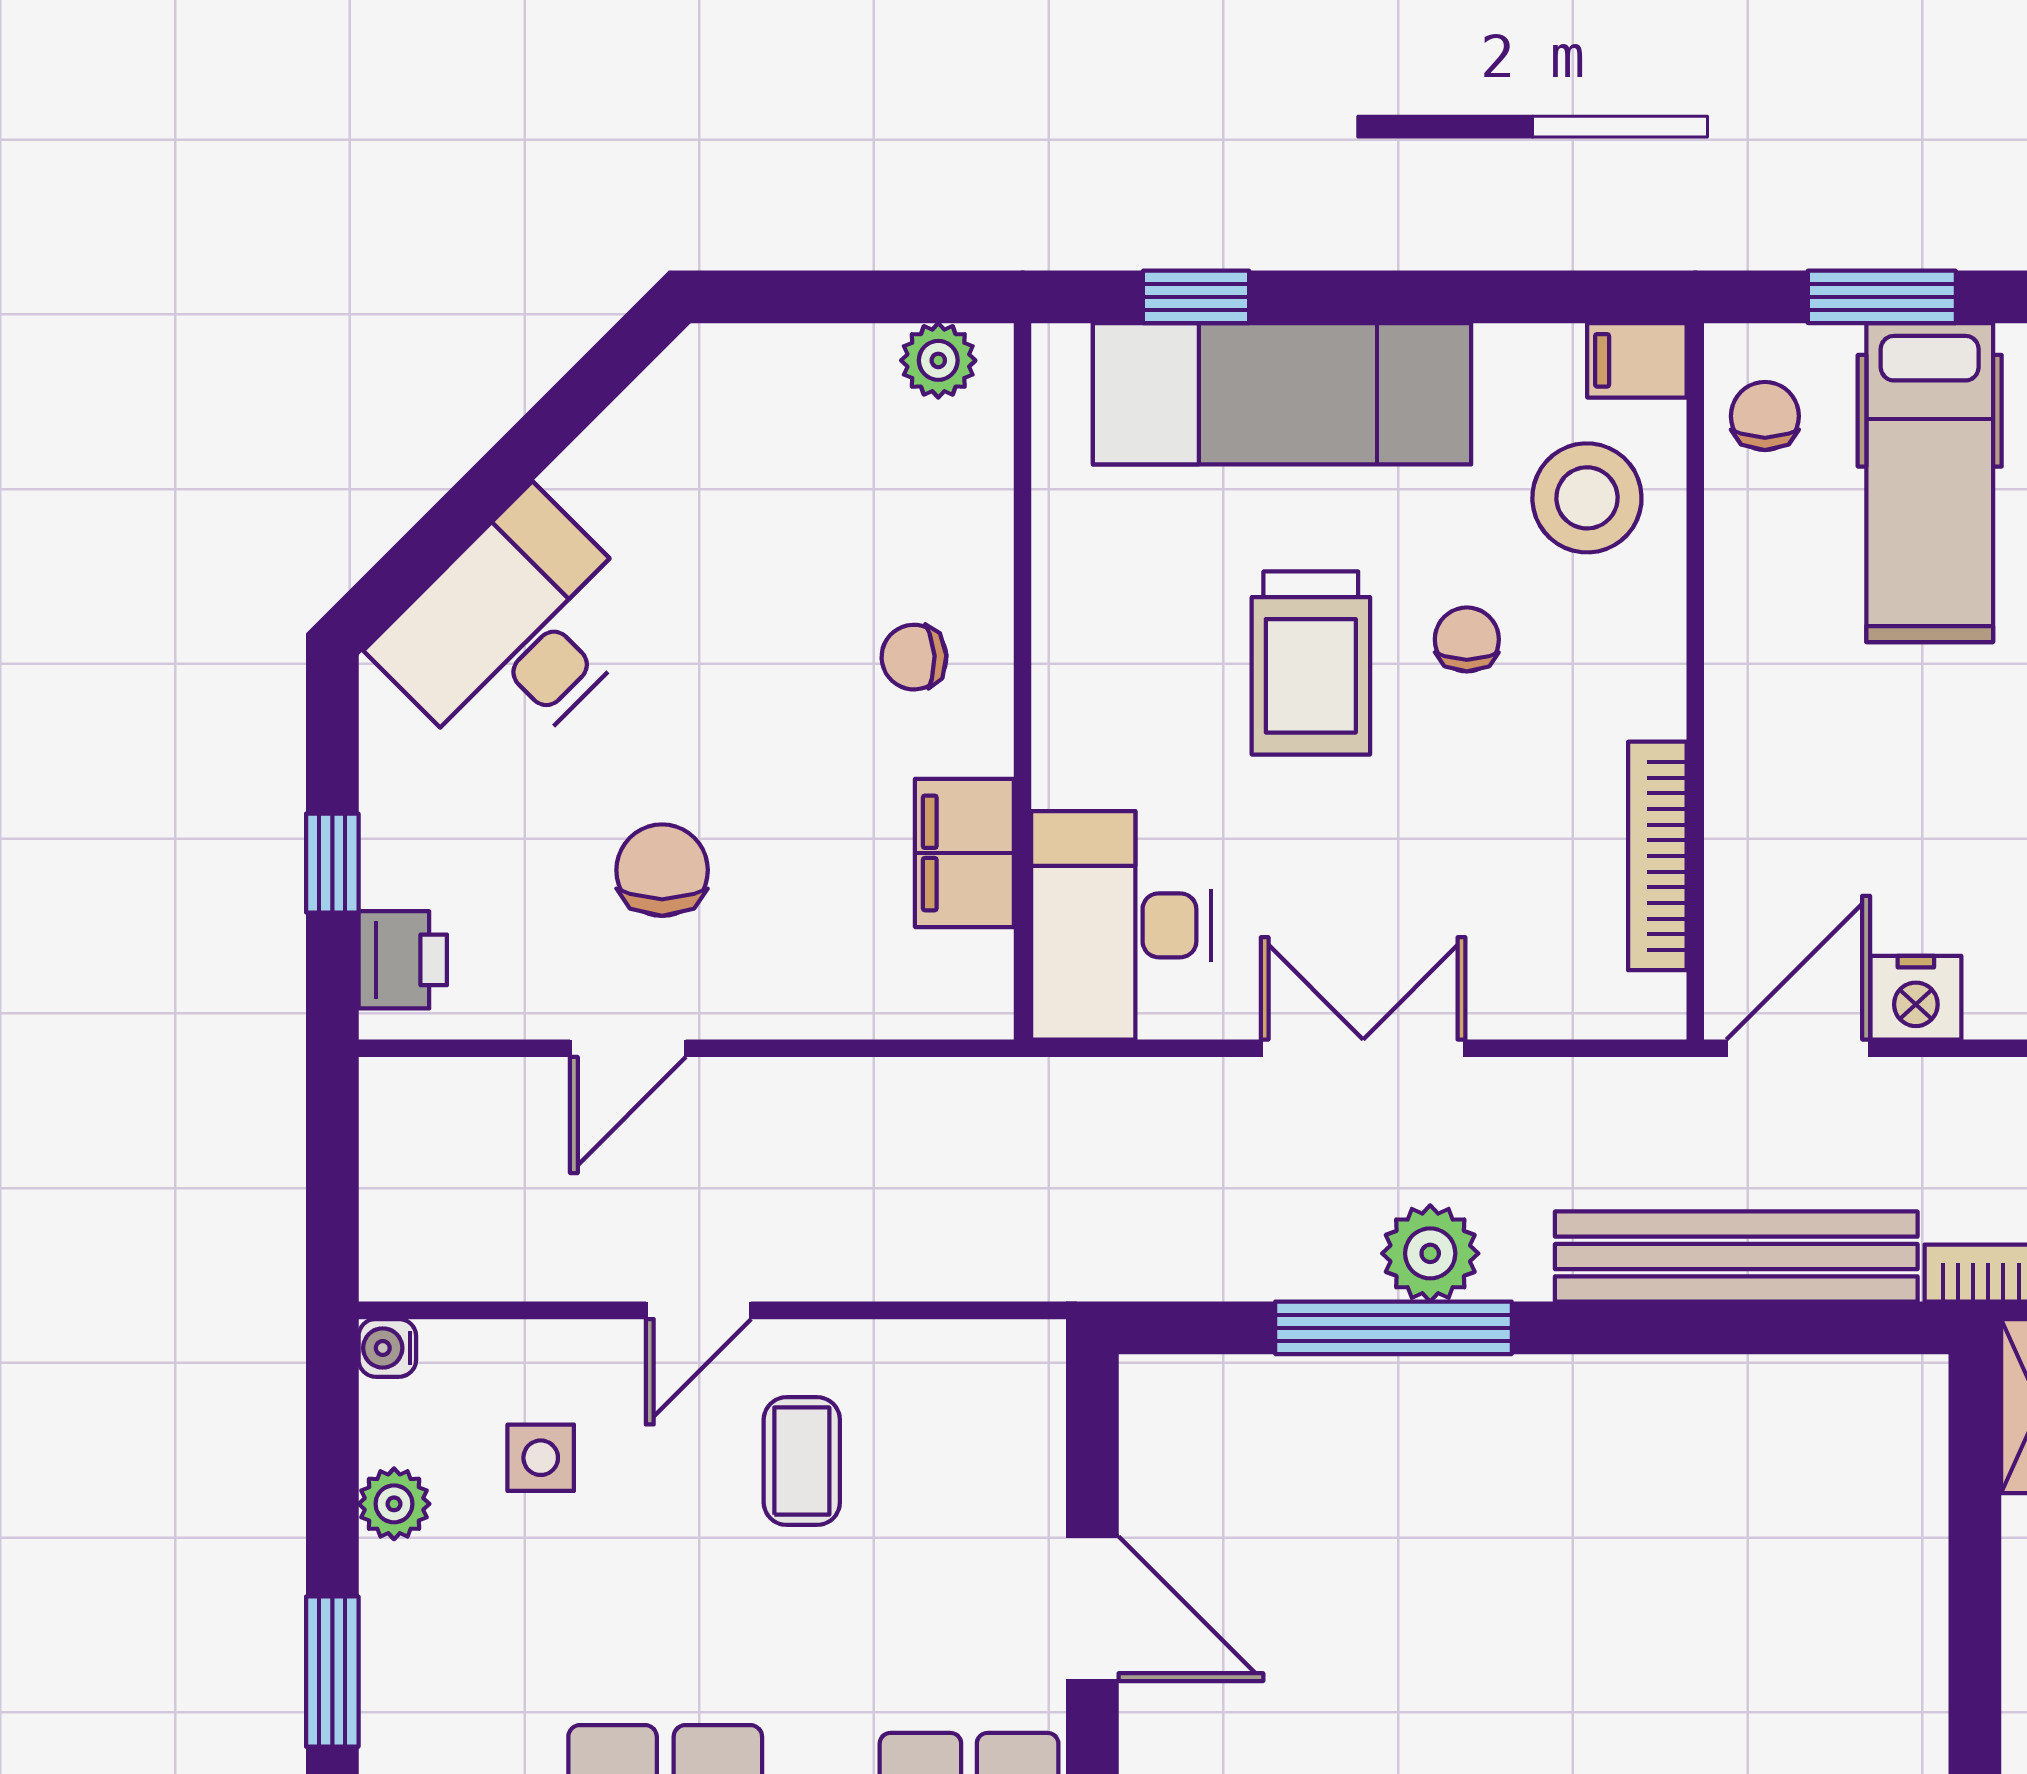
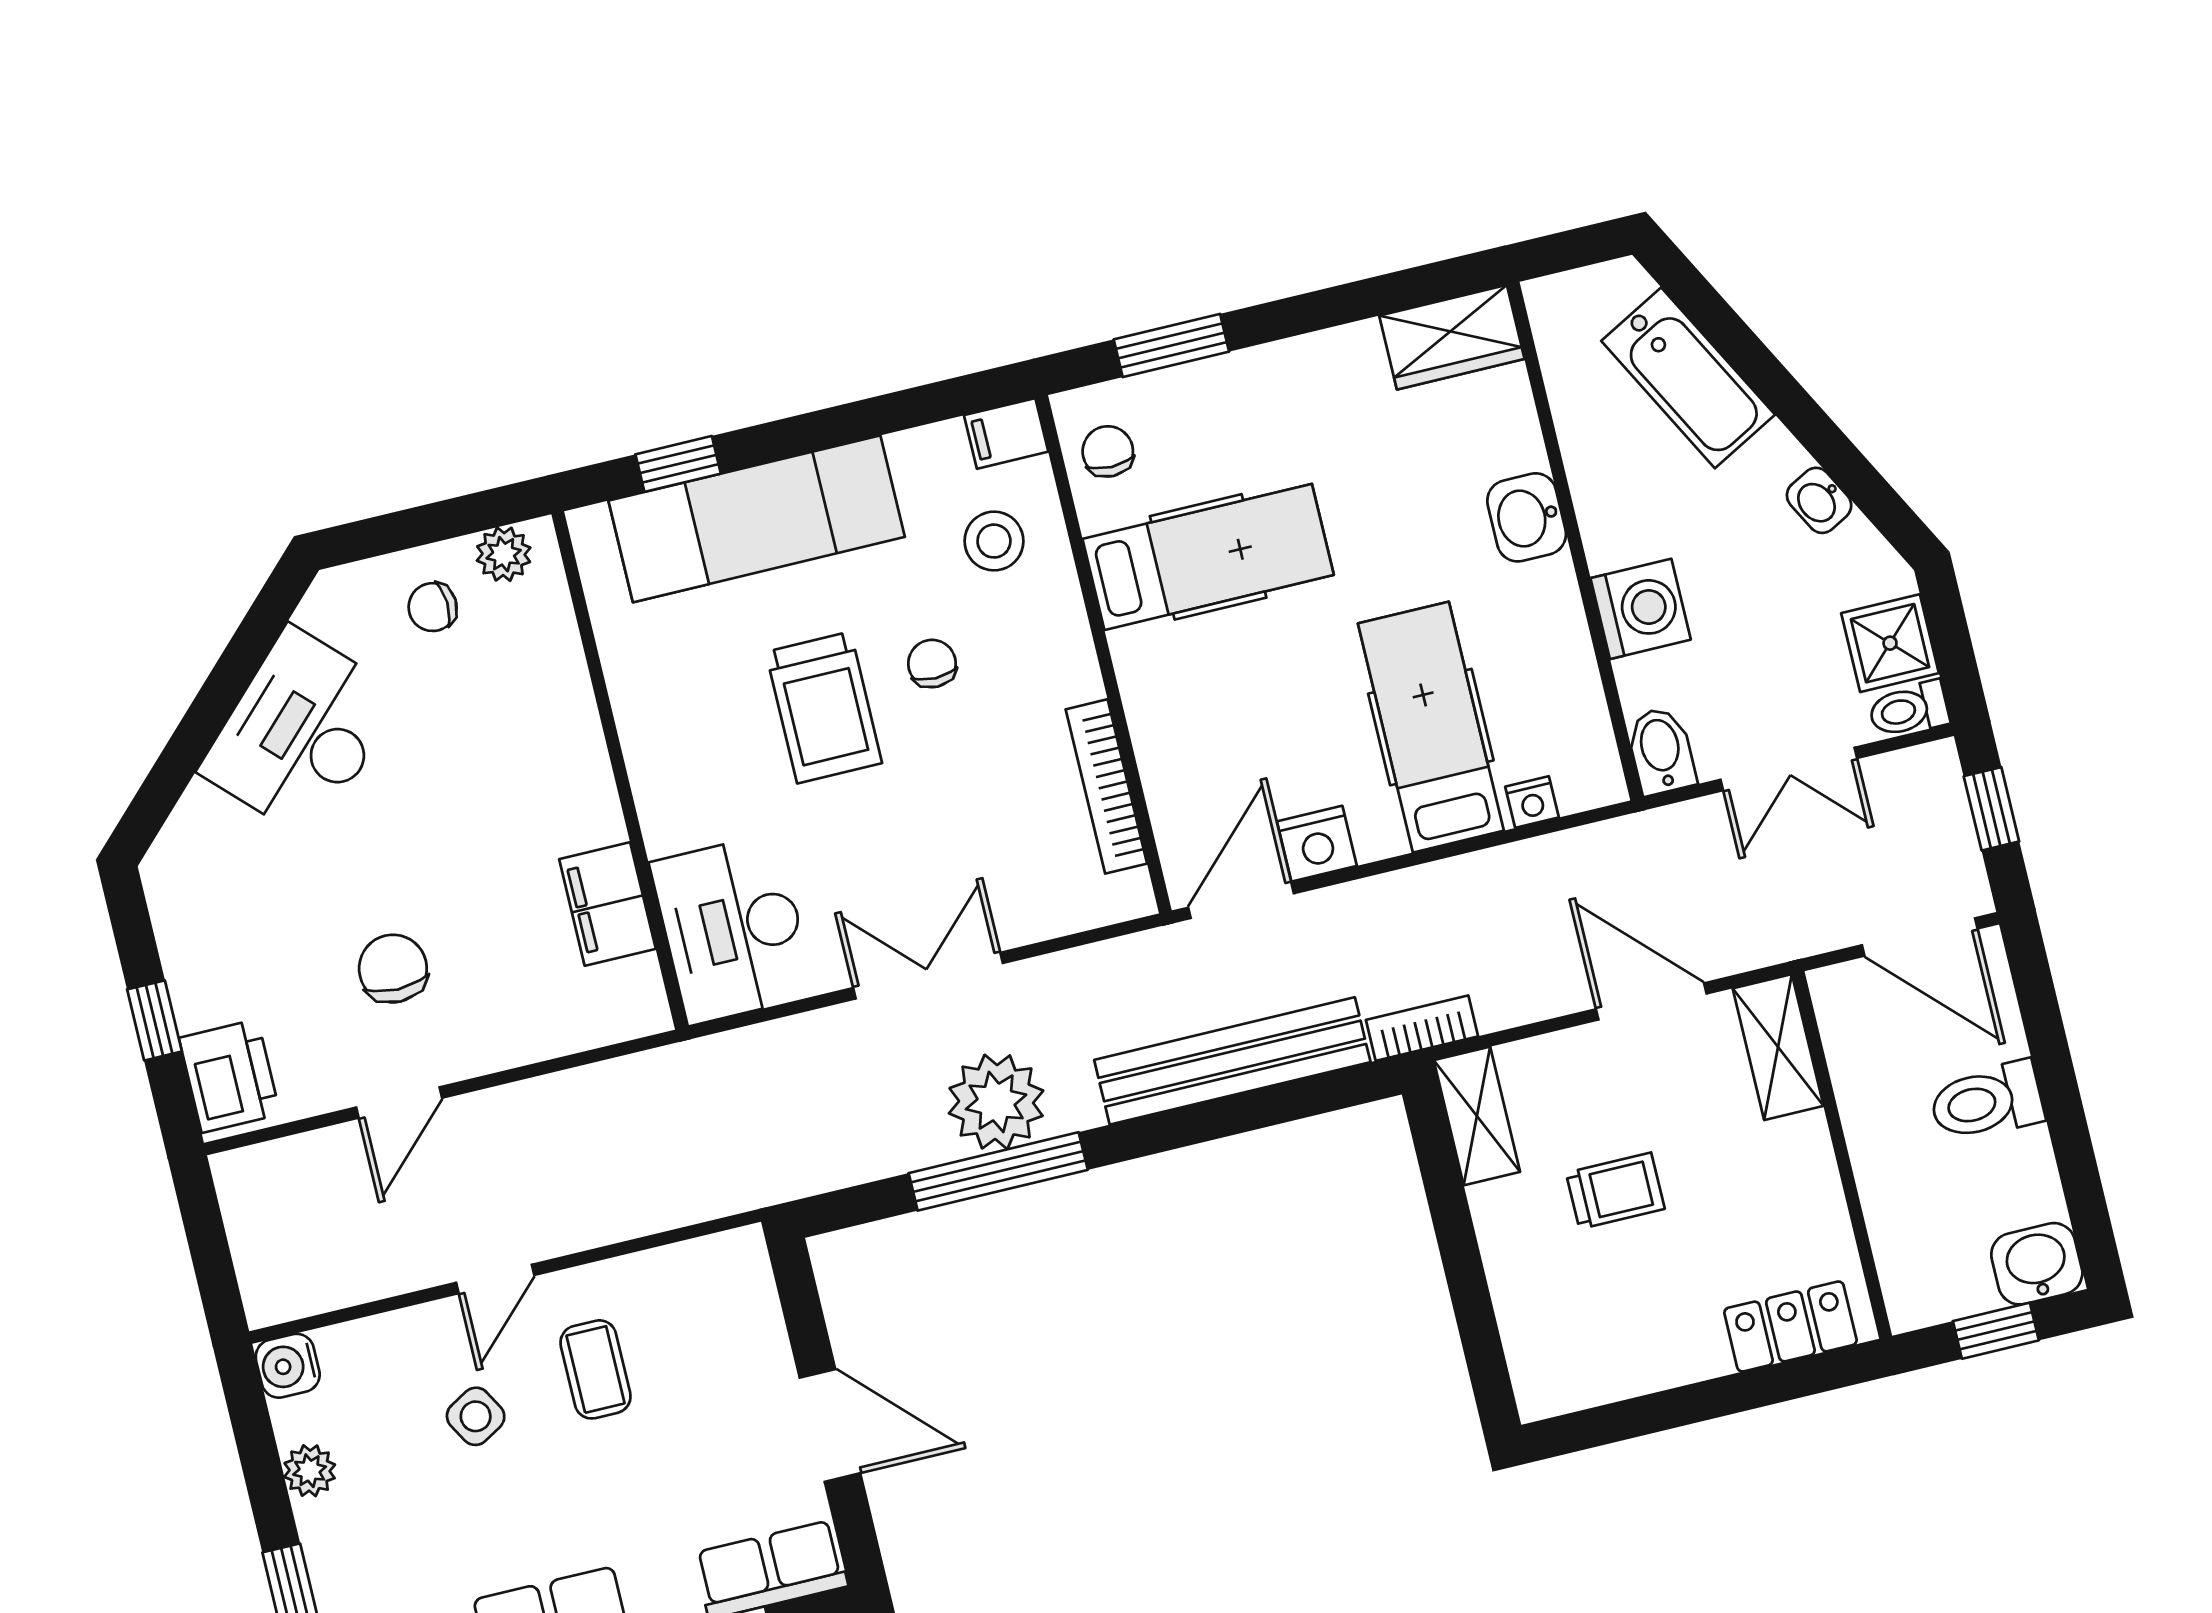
hospital bed: (1930, 483) -> (1208, 557), moved, turned -90
stool: (1587, 498) -> (994, 541), width x0.73, depth x0.73
desk: (514, 632) -> (301, 733), moved
chair: (914, 657) -> (433, 607), moved
printer: (403, 960) -> (230, 1076), width x1.36, depth x1.24
plant: (1430, 1253) -> (996, 1102), width x1.36, depth x1.36
water cooler: (387, 1348) -> (288, 1366), width x1.38, depth x1.38
side table: (541, 1458) -> (476, 1416), moved, turned -30

